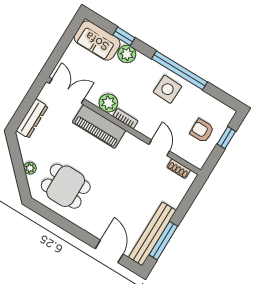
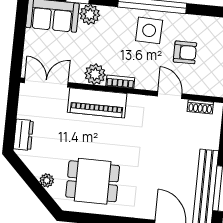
dresser: (32, 118) -> (23, 135), width x0.70
armchair: (202, 131) -> (185, 52), moved, turned 180

